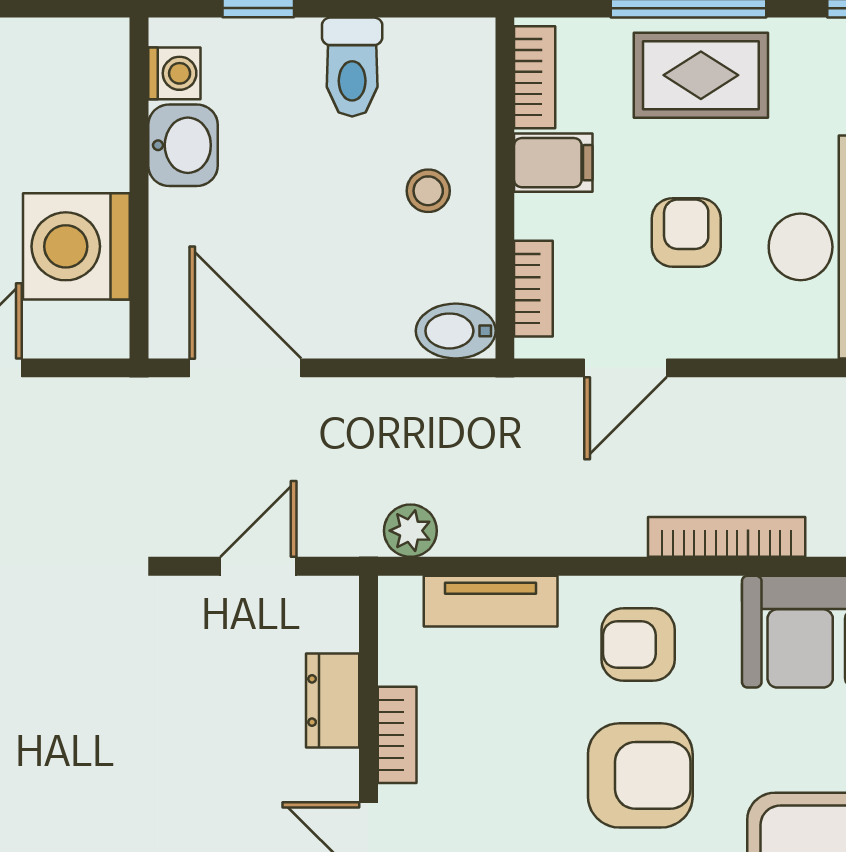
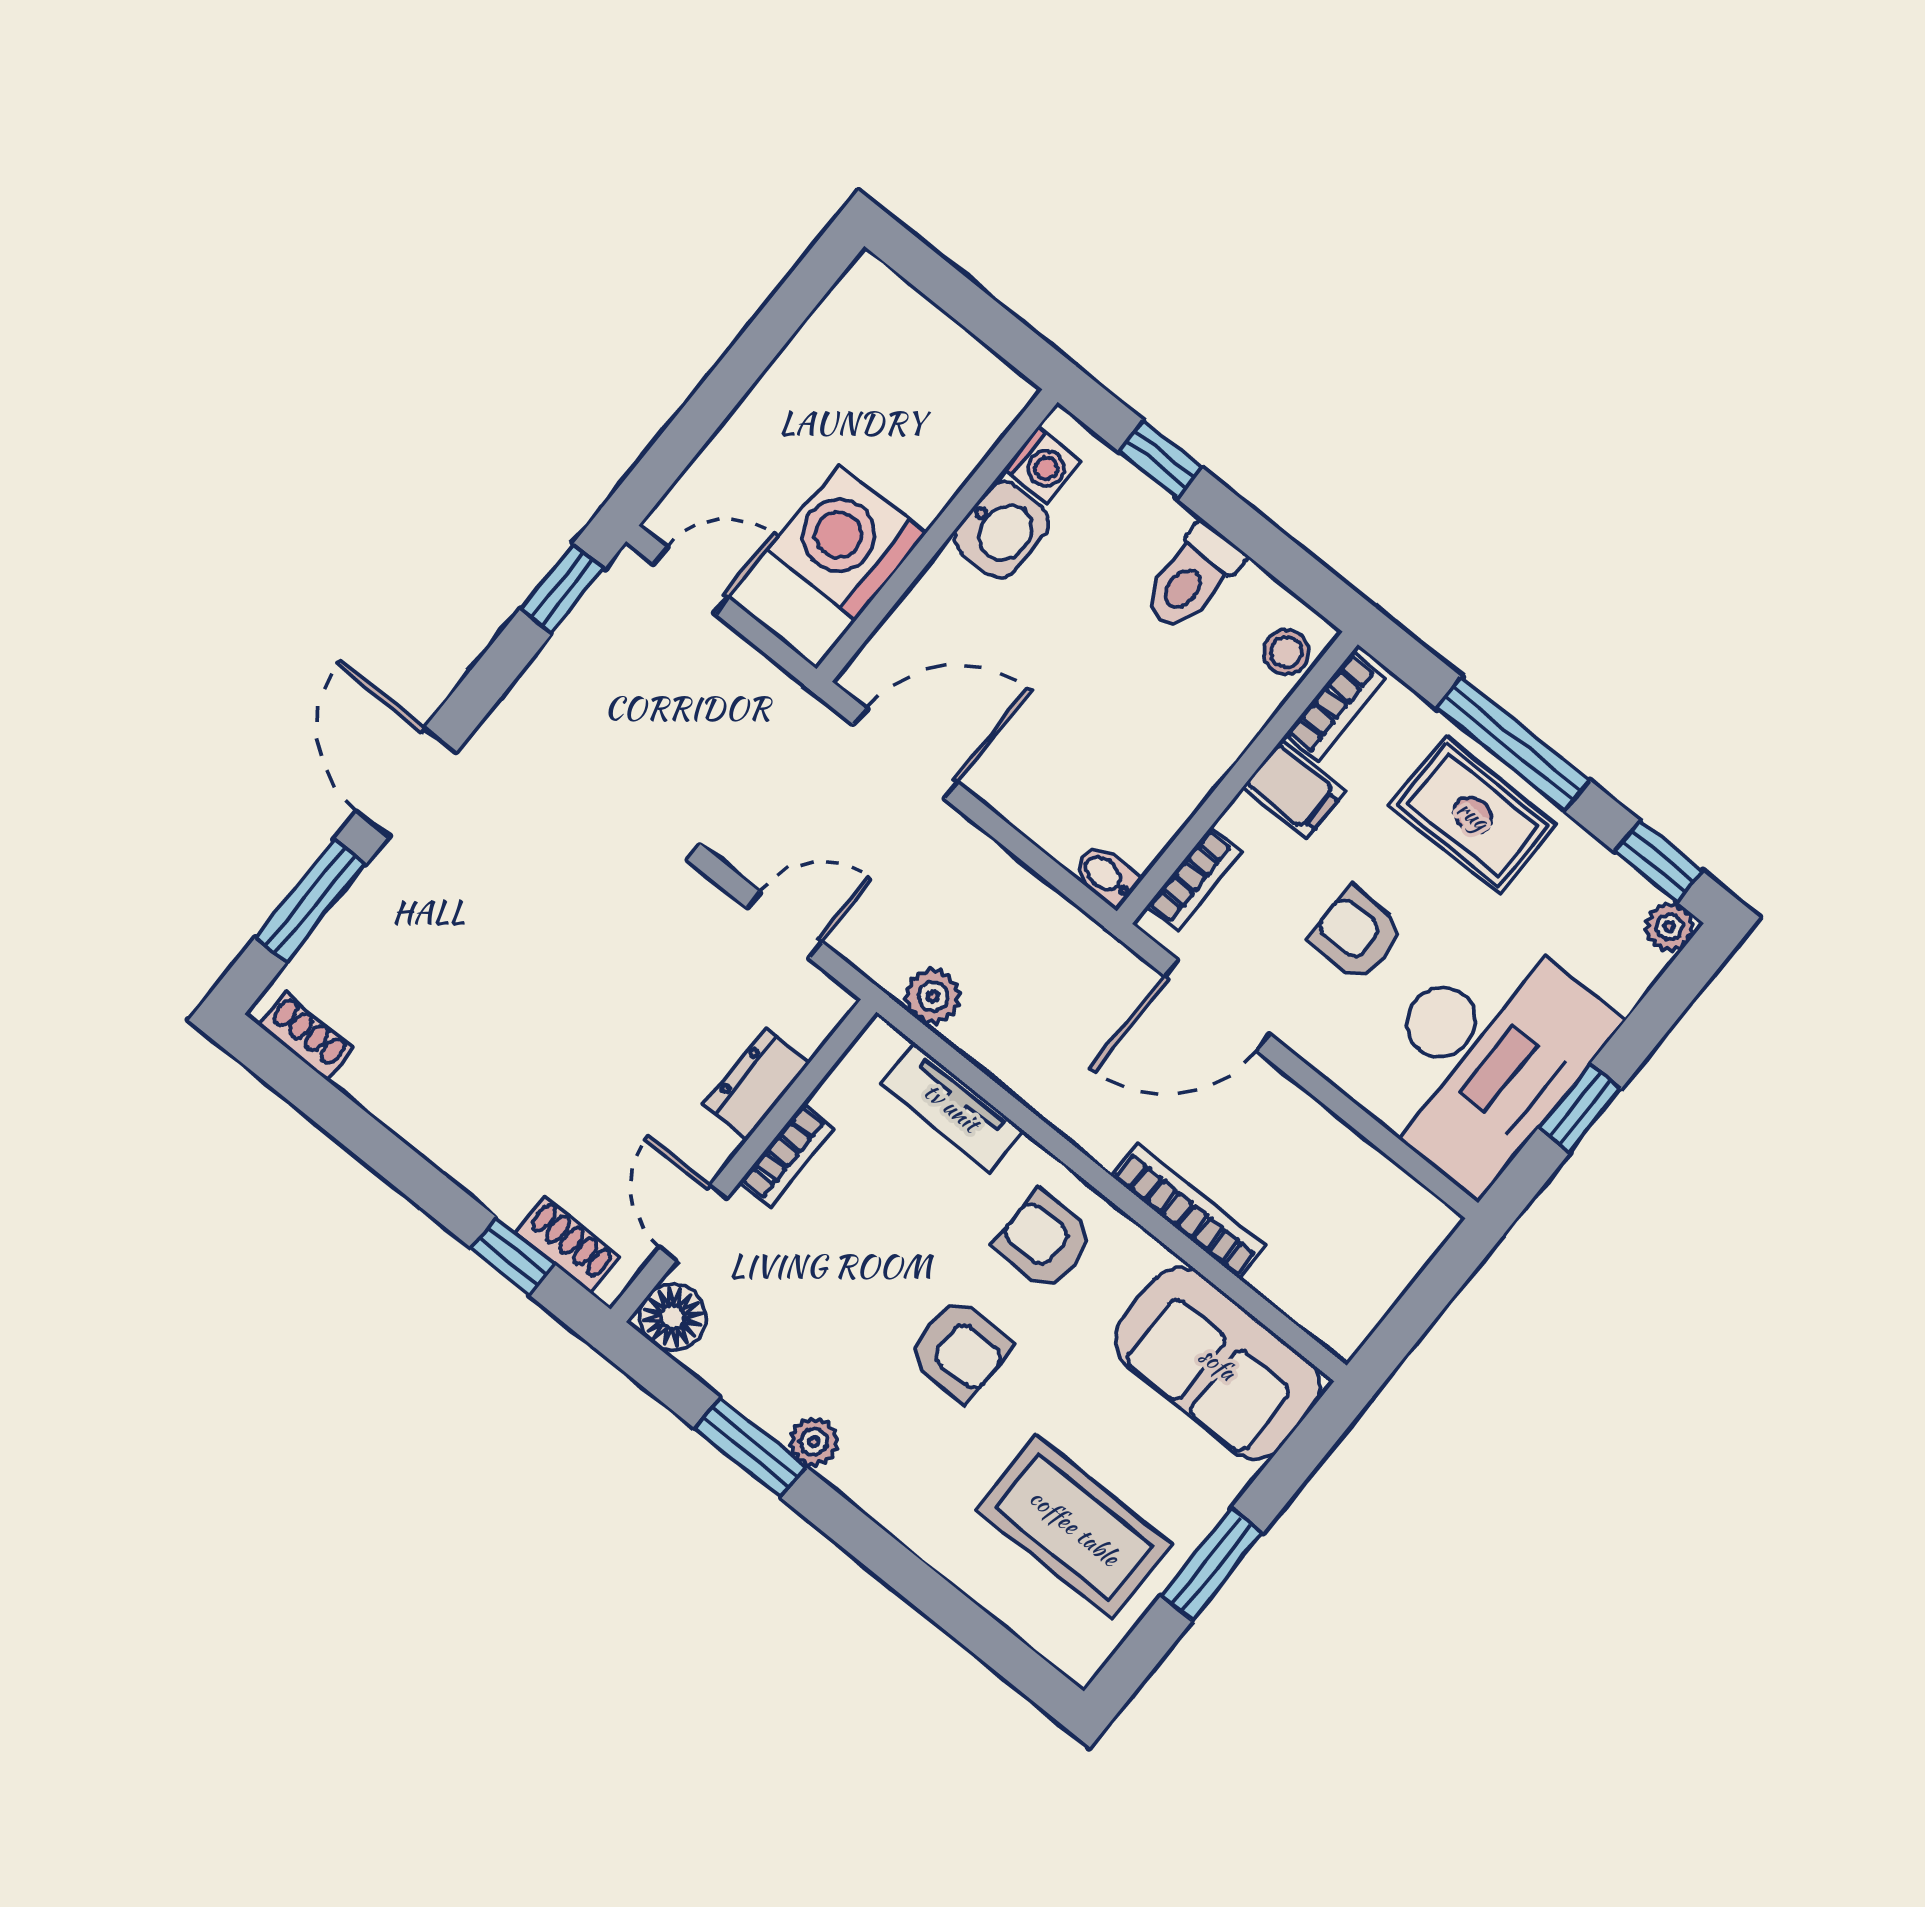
stool: (428, 191) -> (1286, 652), moved
armchair: (686, 233) -> (1357, 934), turned -90
bidet: (456, 331) -> (1106, 876), width x0.72, depth x0.74
door: (245, 368) -> (905, 754), hinge flipped
door: (626, 368) -> (1217, 1005), width x1.38
armchair: (640, 775) -> (959, 1349), width x0.72, depth x0.72

